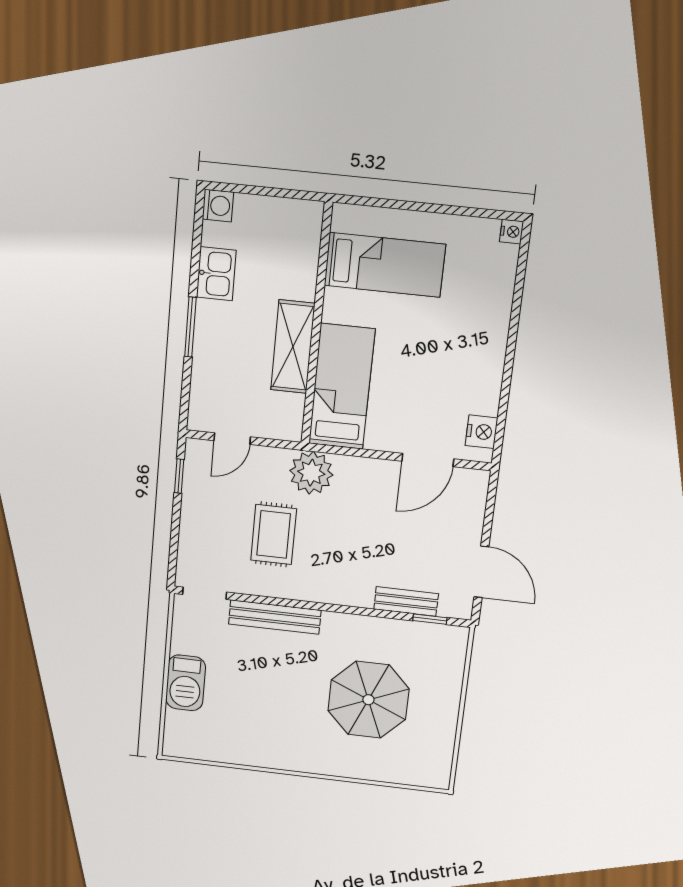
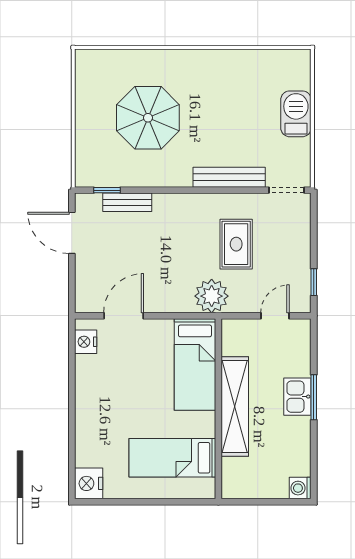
nightstand: (512, 232) -> (89, 483), width x1.89, depth x1.79
kitchen sink: (216, 274) -> (297, 397), moved
shelving: (293, 347) -> (235, 406), width x1.47

